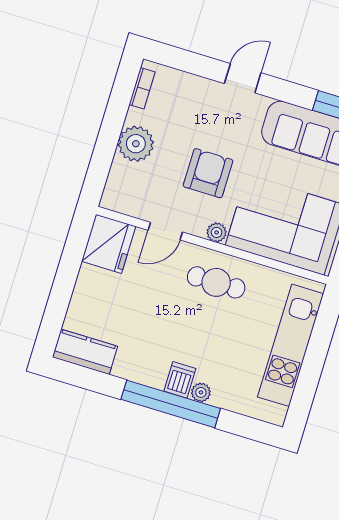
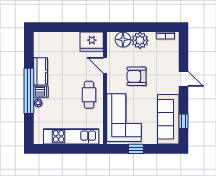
armchair: (208, 173) -> (137, 76), turned 180
floor lamp: (124, 178) -> (123, 40), added
plant: (217, 232) -> (111, 88), removed
kitchen counter: (85, 352) -> (40, 71), moved

